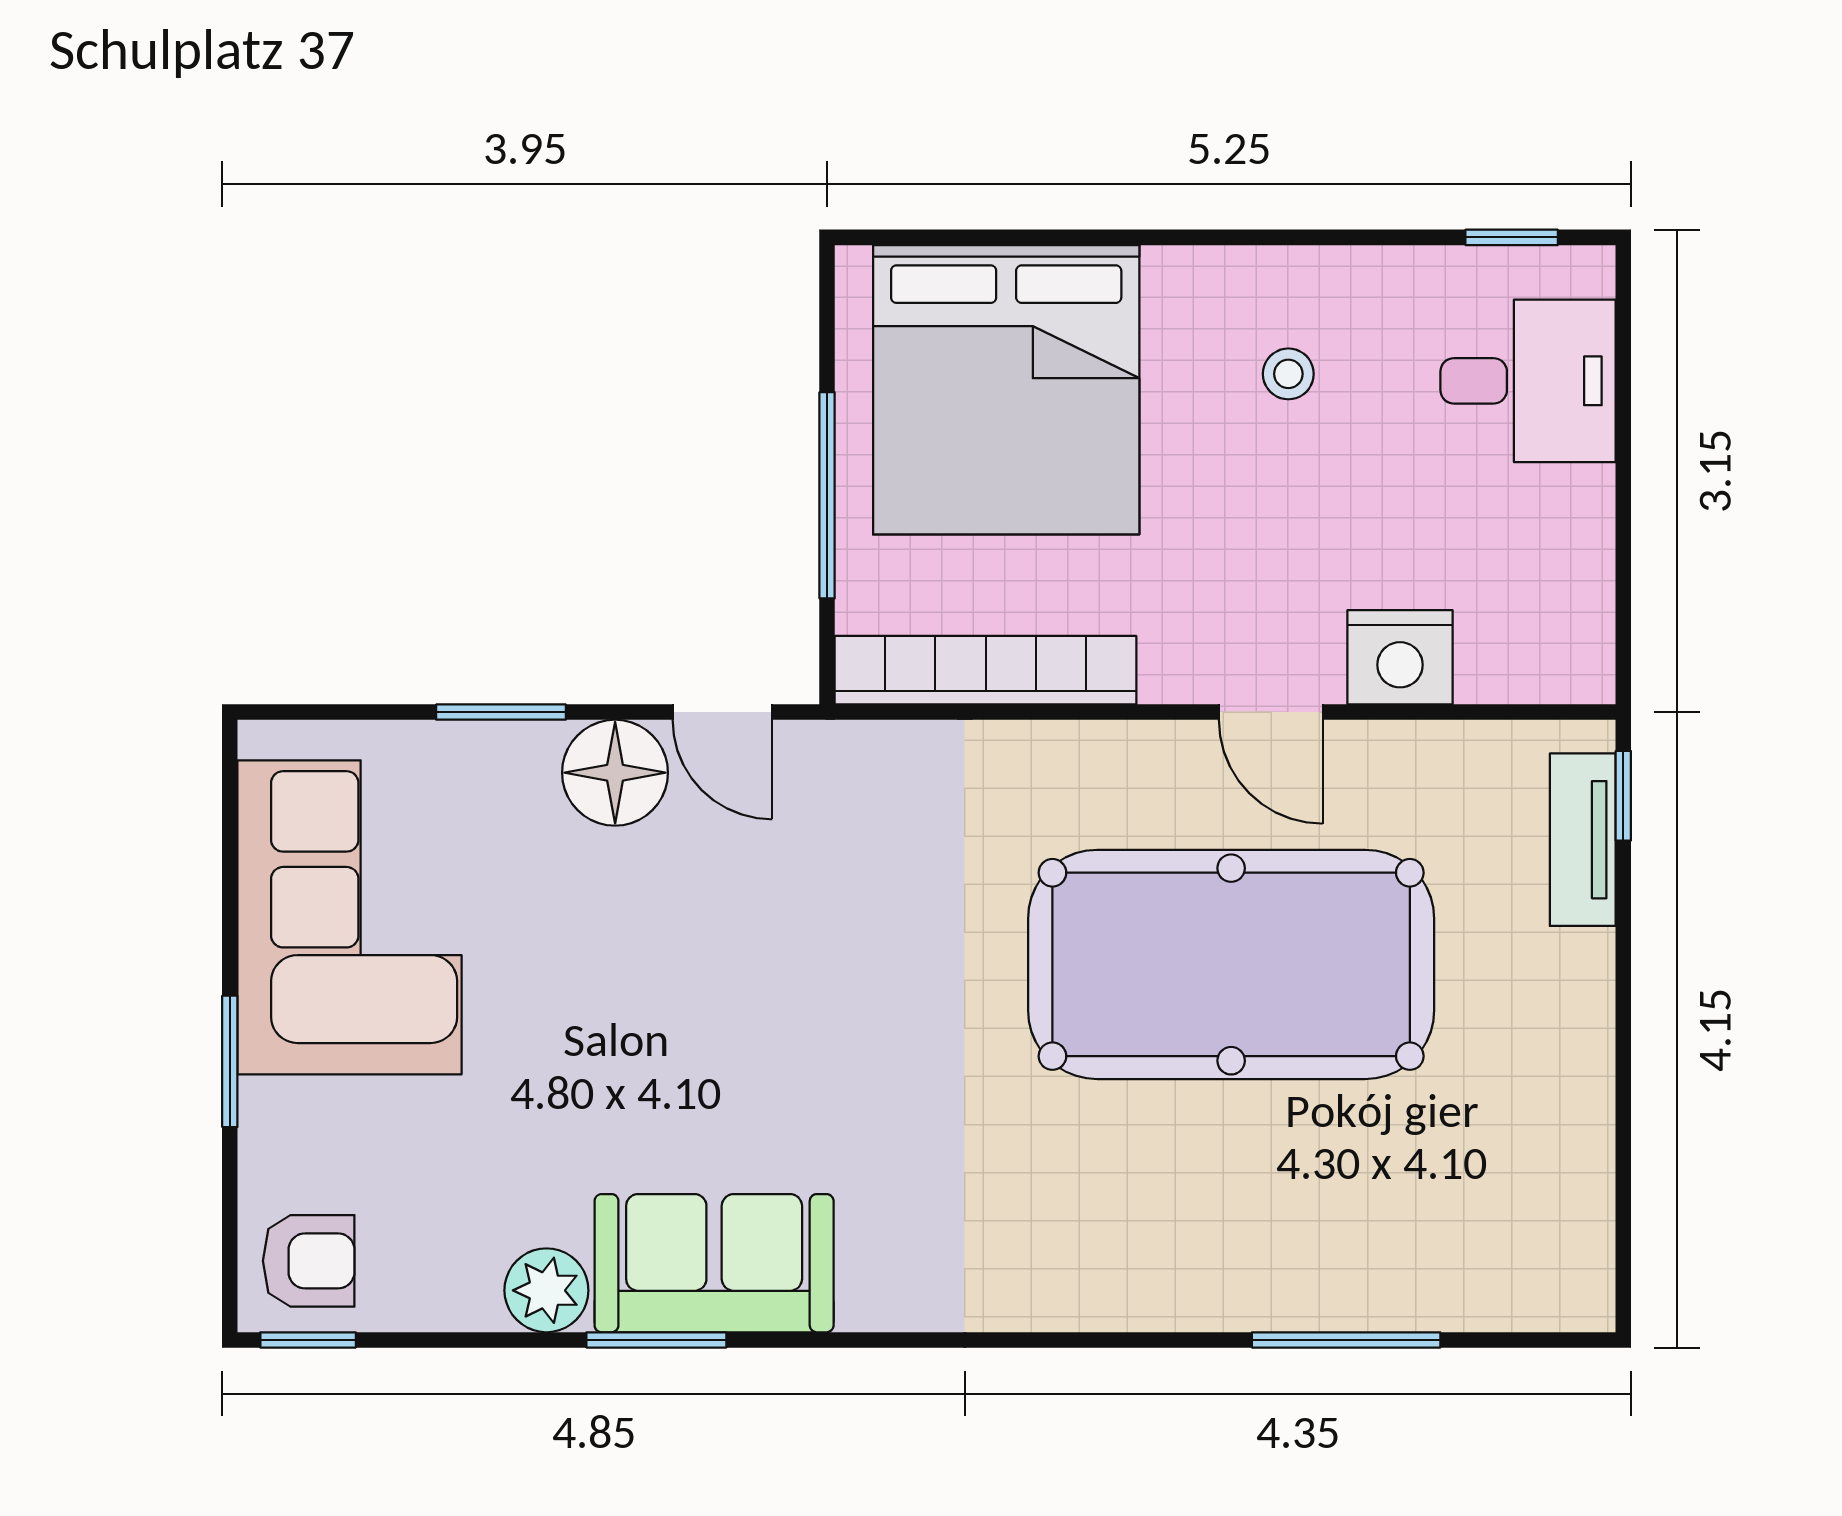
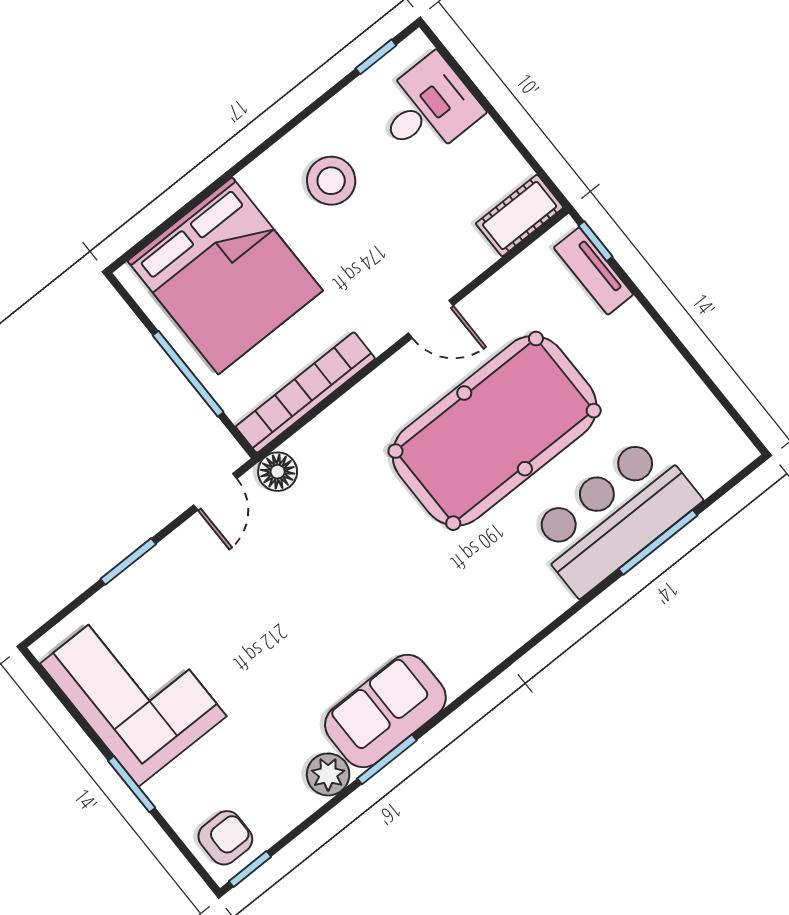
stool: (1288, 374) -> (331, 181), width x1.89, depth x1.89
nightstand: (1400, 657) -> (464, 257), removed
cot: (1537, 662) -> (520, 216), added
door: (722, 712) -> (215, 492), hinge flipped
floor lamp: (615, 773) -> (278, 472), moved, width x0.73, depth x0.73
bar counter: (1311, 1244) -> (614, 516), added

